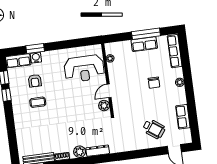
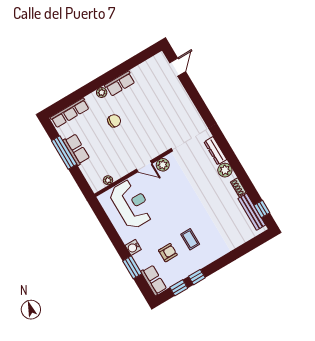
water cooler: (36, 58) -> (133, 247), moved
row of seats: (183, 117) -> (120, 84), moved
wheelchair: (154, 129) -> (165, 99), removed

